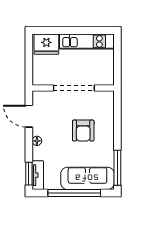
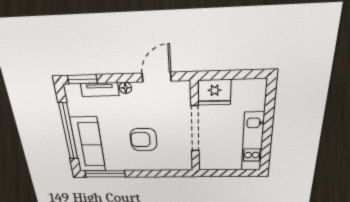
fridge: (46, 44) -> (215, 92), moved, turned -90
tv unit: (38, 175) -> (100, 90), moved

